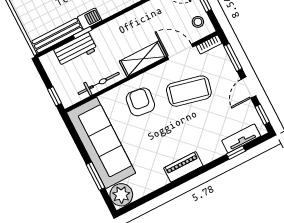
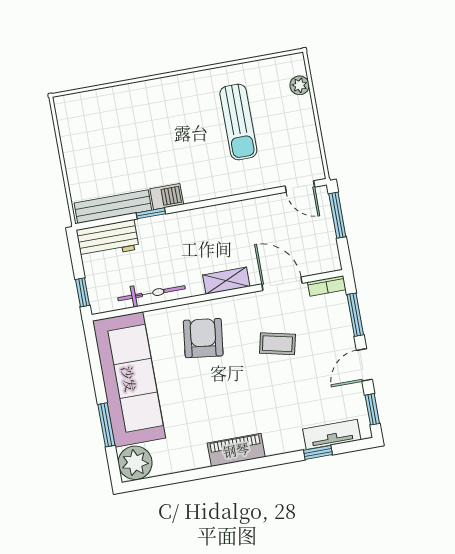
stool: (198, 22) -> (321, 249), removed
workbench: (76, 50) -> (108, 239), moved
shelving: (143, 59) -> (226, 281), width x0.67, depth x0.75
coffee table: (189, 91) -> (277, 344), width x0.54, depth x0.58

